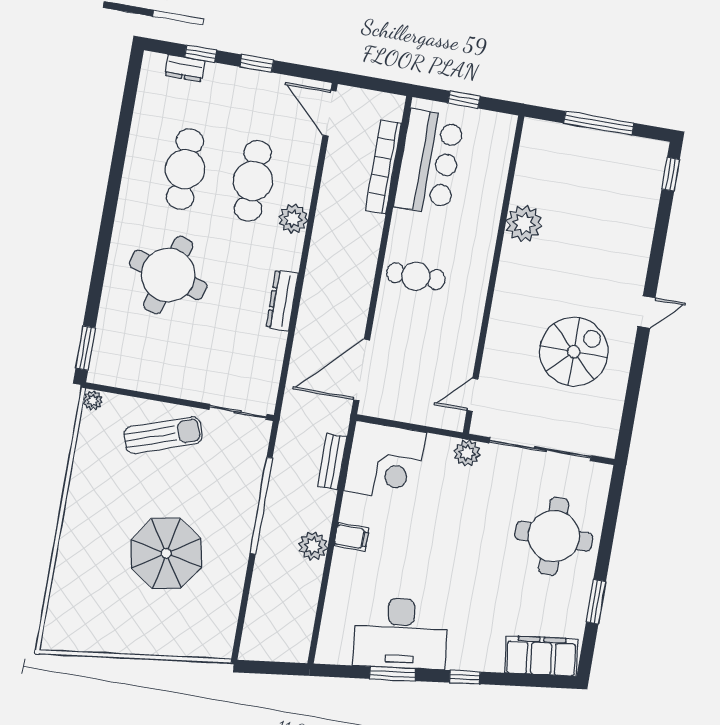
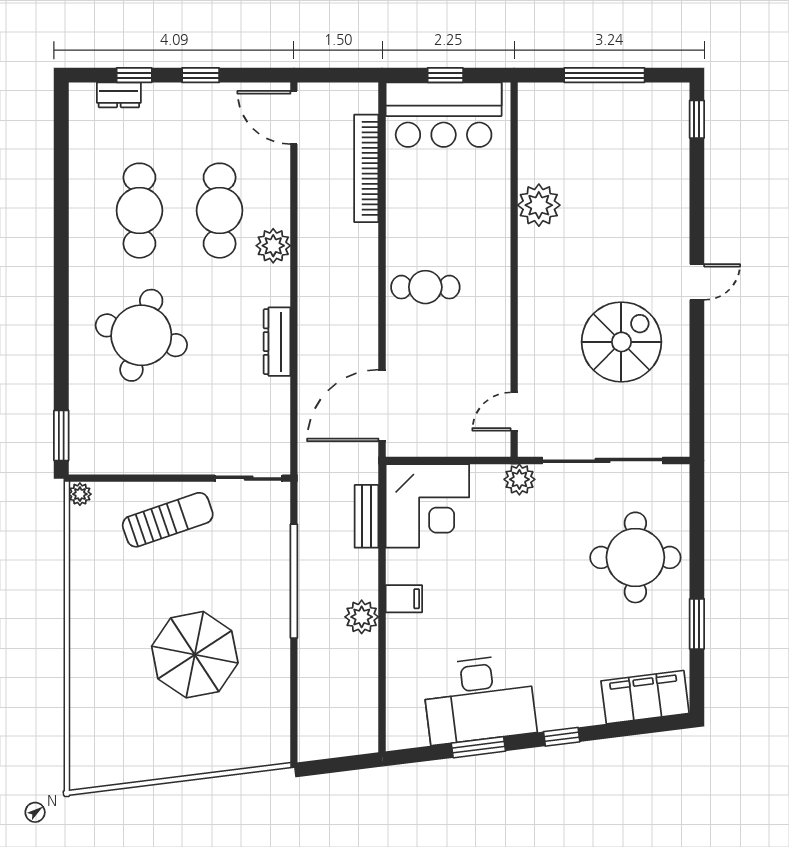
bar counter: (429, 162) -> (444, 115), moved, turned 90

